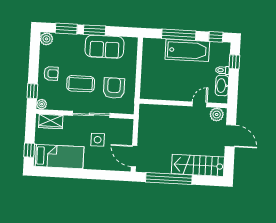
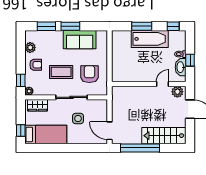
window: (179, 35) -> (142, 26), width x0.69
plant: (46, 39) -> (30, 48), moved
window: (234, 62) -> (190, 60), moved

